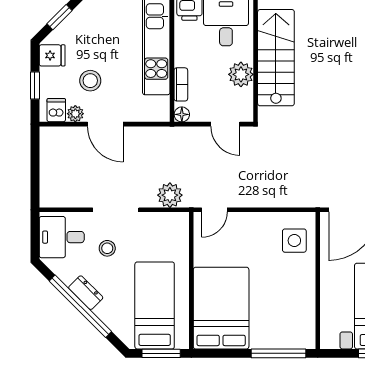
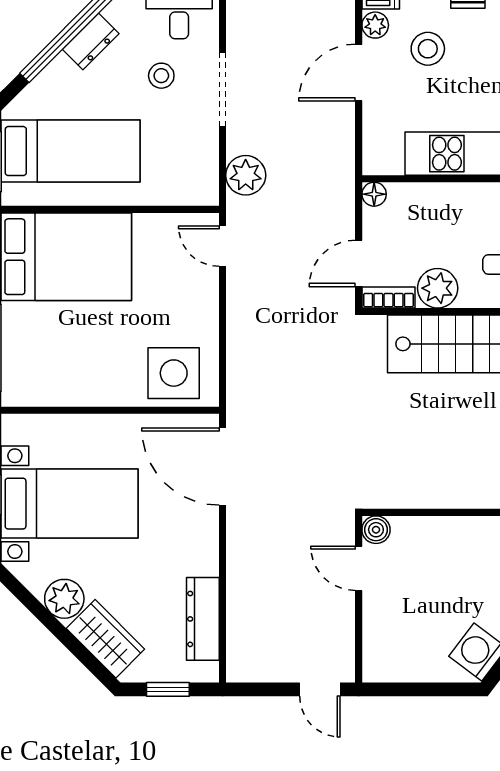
bookcase: (181, 84) -> (389, 298), moved, turned 180
side table: (294, 241) -> (174, 373), width x1.37, depth x1.37

